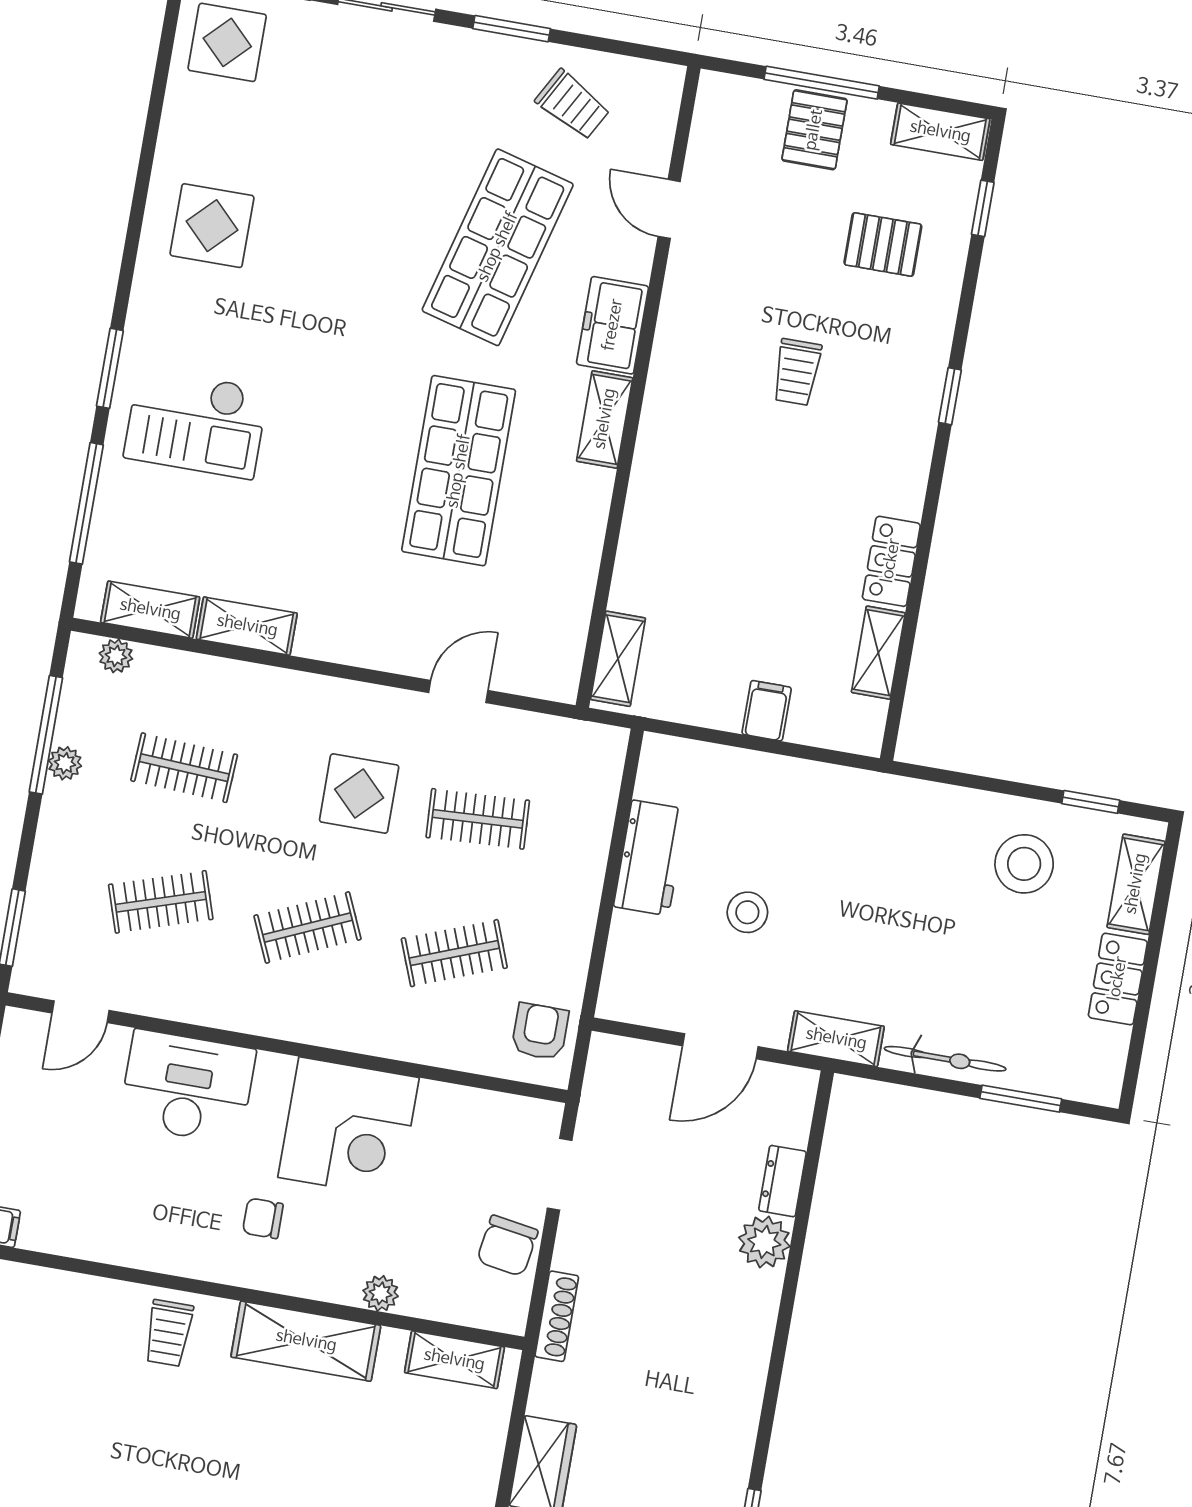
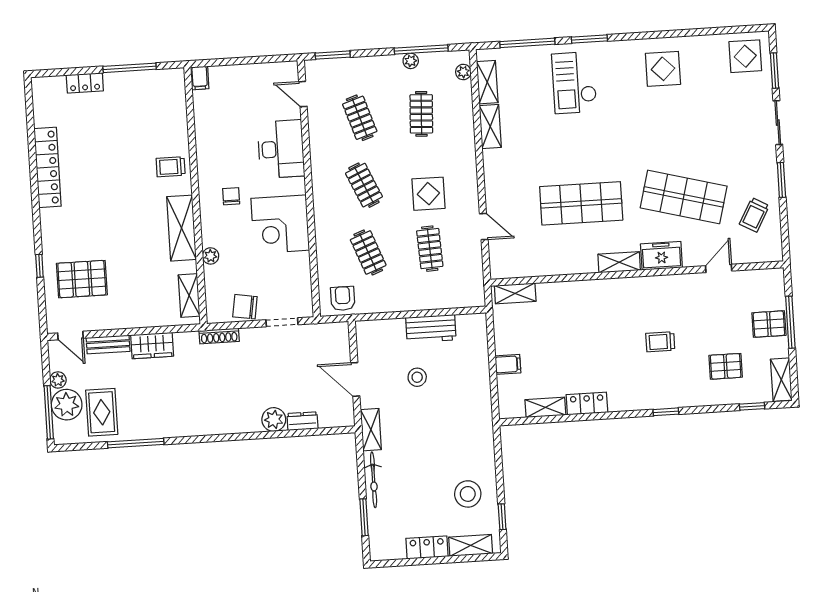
pallet: (883, 244) -> (726, 366), turned 90
armchair: (540, 1031) -> (343, 298), turned -90

